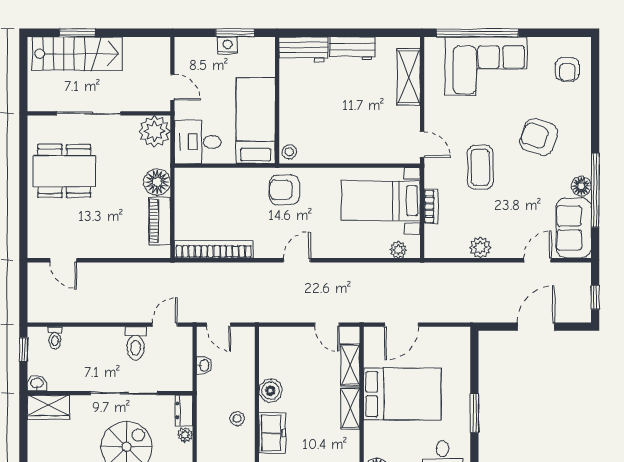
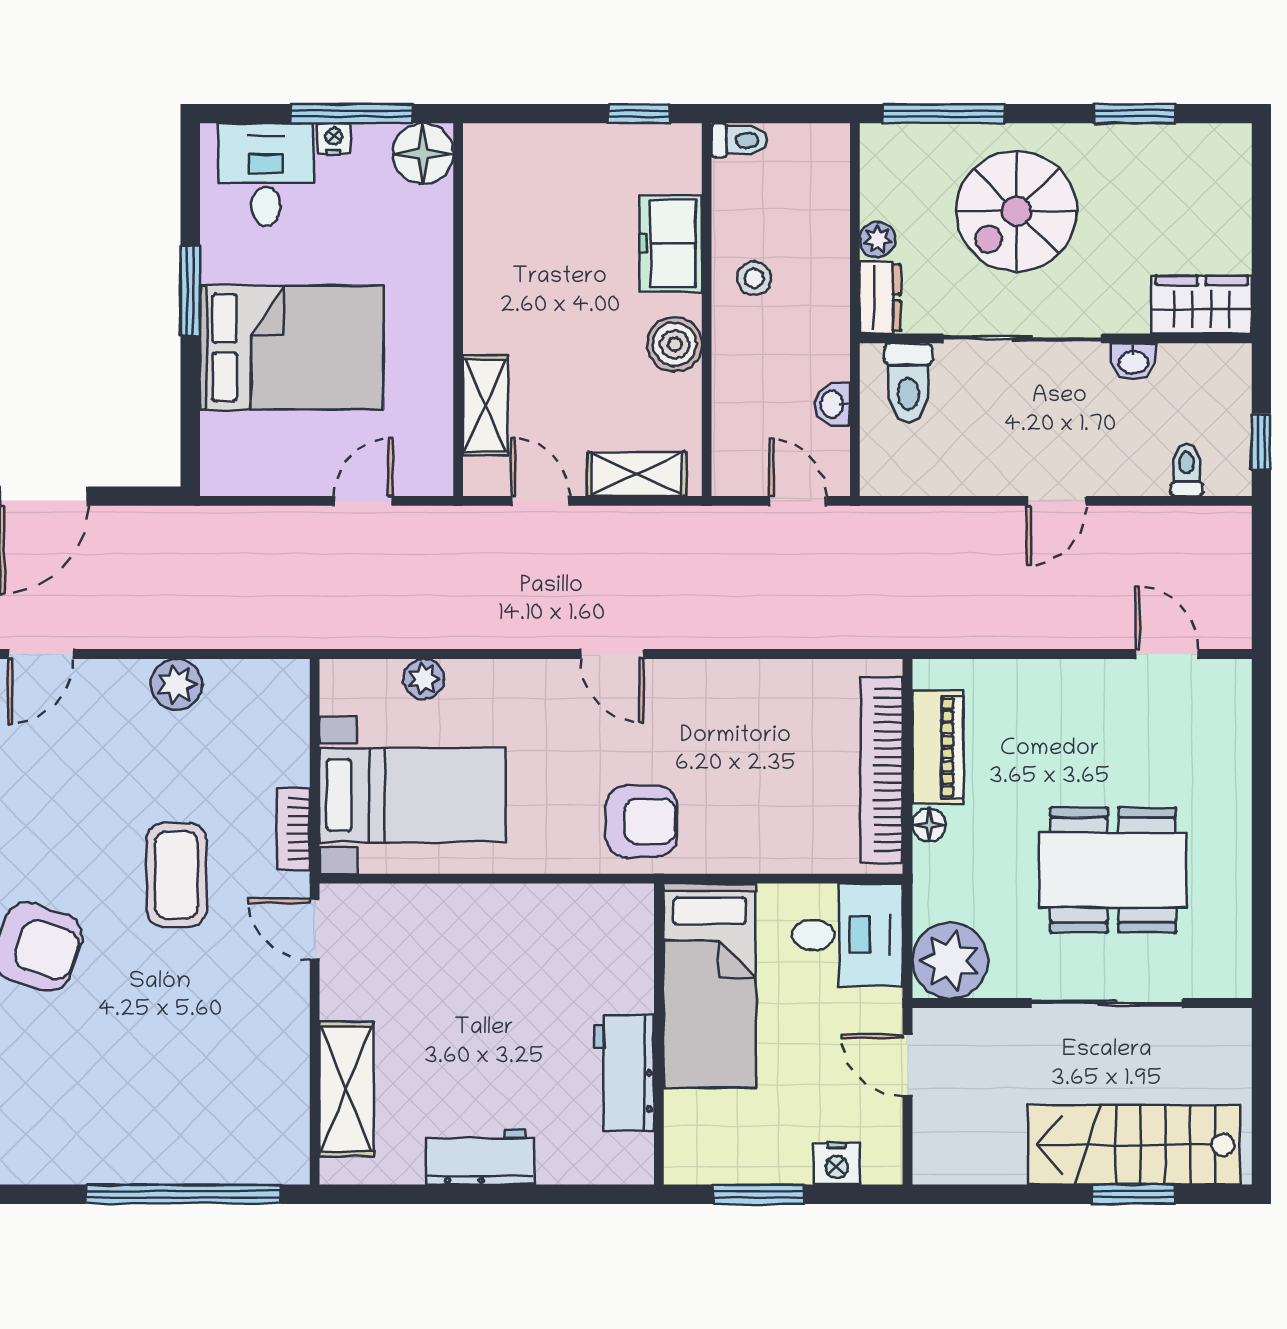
nightstand: (228, 46) -> (837, 1164), moved
workbench: (304, 49) -> (624, 1073), moved, turned -90
corner sofa: (486, 66) -> (163, 1115), removed
stool: (289, 152) -> (630, 911), removed
dining table: (64, 171) -> (1113, 870), moved
floor lamp: (157, 182) -> (929, 825), width x0.53, depth x0.53
bookcase: (431, 207) -> (293, 829), moved
bookcase: (214, 249) -> (882, 770), moved, turned 90
plant: (398, 250) -> (424, 679), moved
door: (297, 260) -> (612, 654), hinge flipped
door: (165, 325) -> (1056, 501), moved
door: (402, 325) -> (363, 501), width x0.73
toilet: (136, 343) -> (908, 383), moved, turned 180
washbasin: (37, 383) -> (1133, 361), moved
bed: (402, 394) -> (292, 348), moved, turned 180
shelving: (350, 408) -> (637, 474), moved, turned 90

